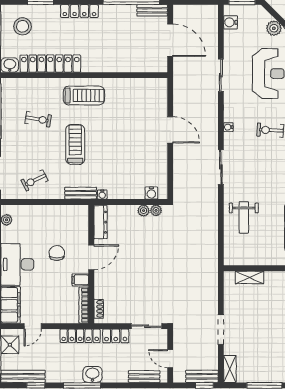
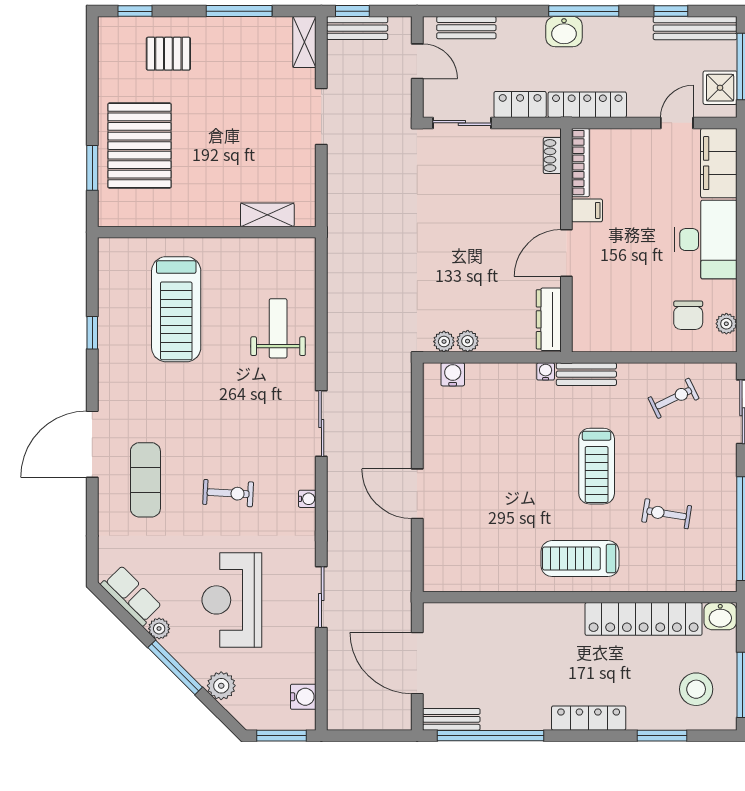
chair: (57, 253) -> (688, 315), moved

